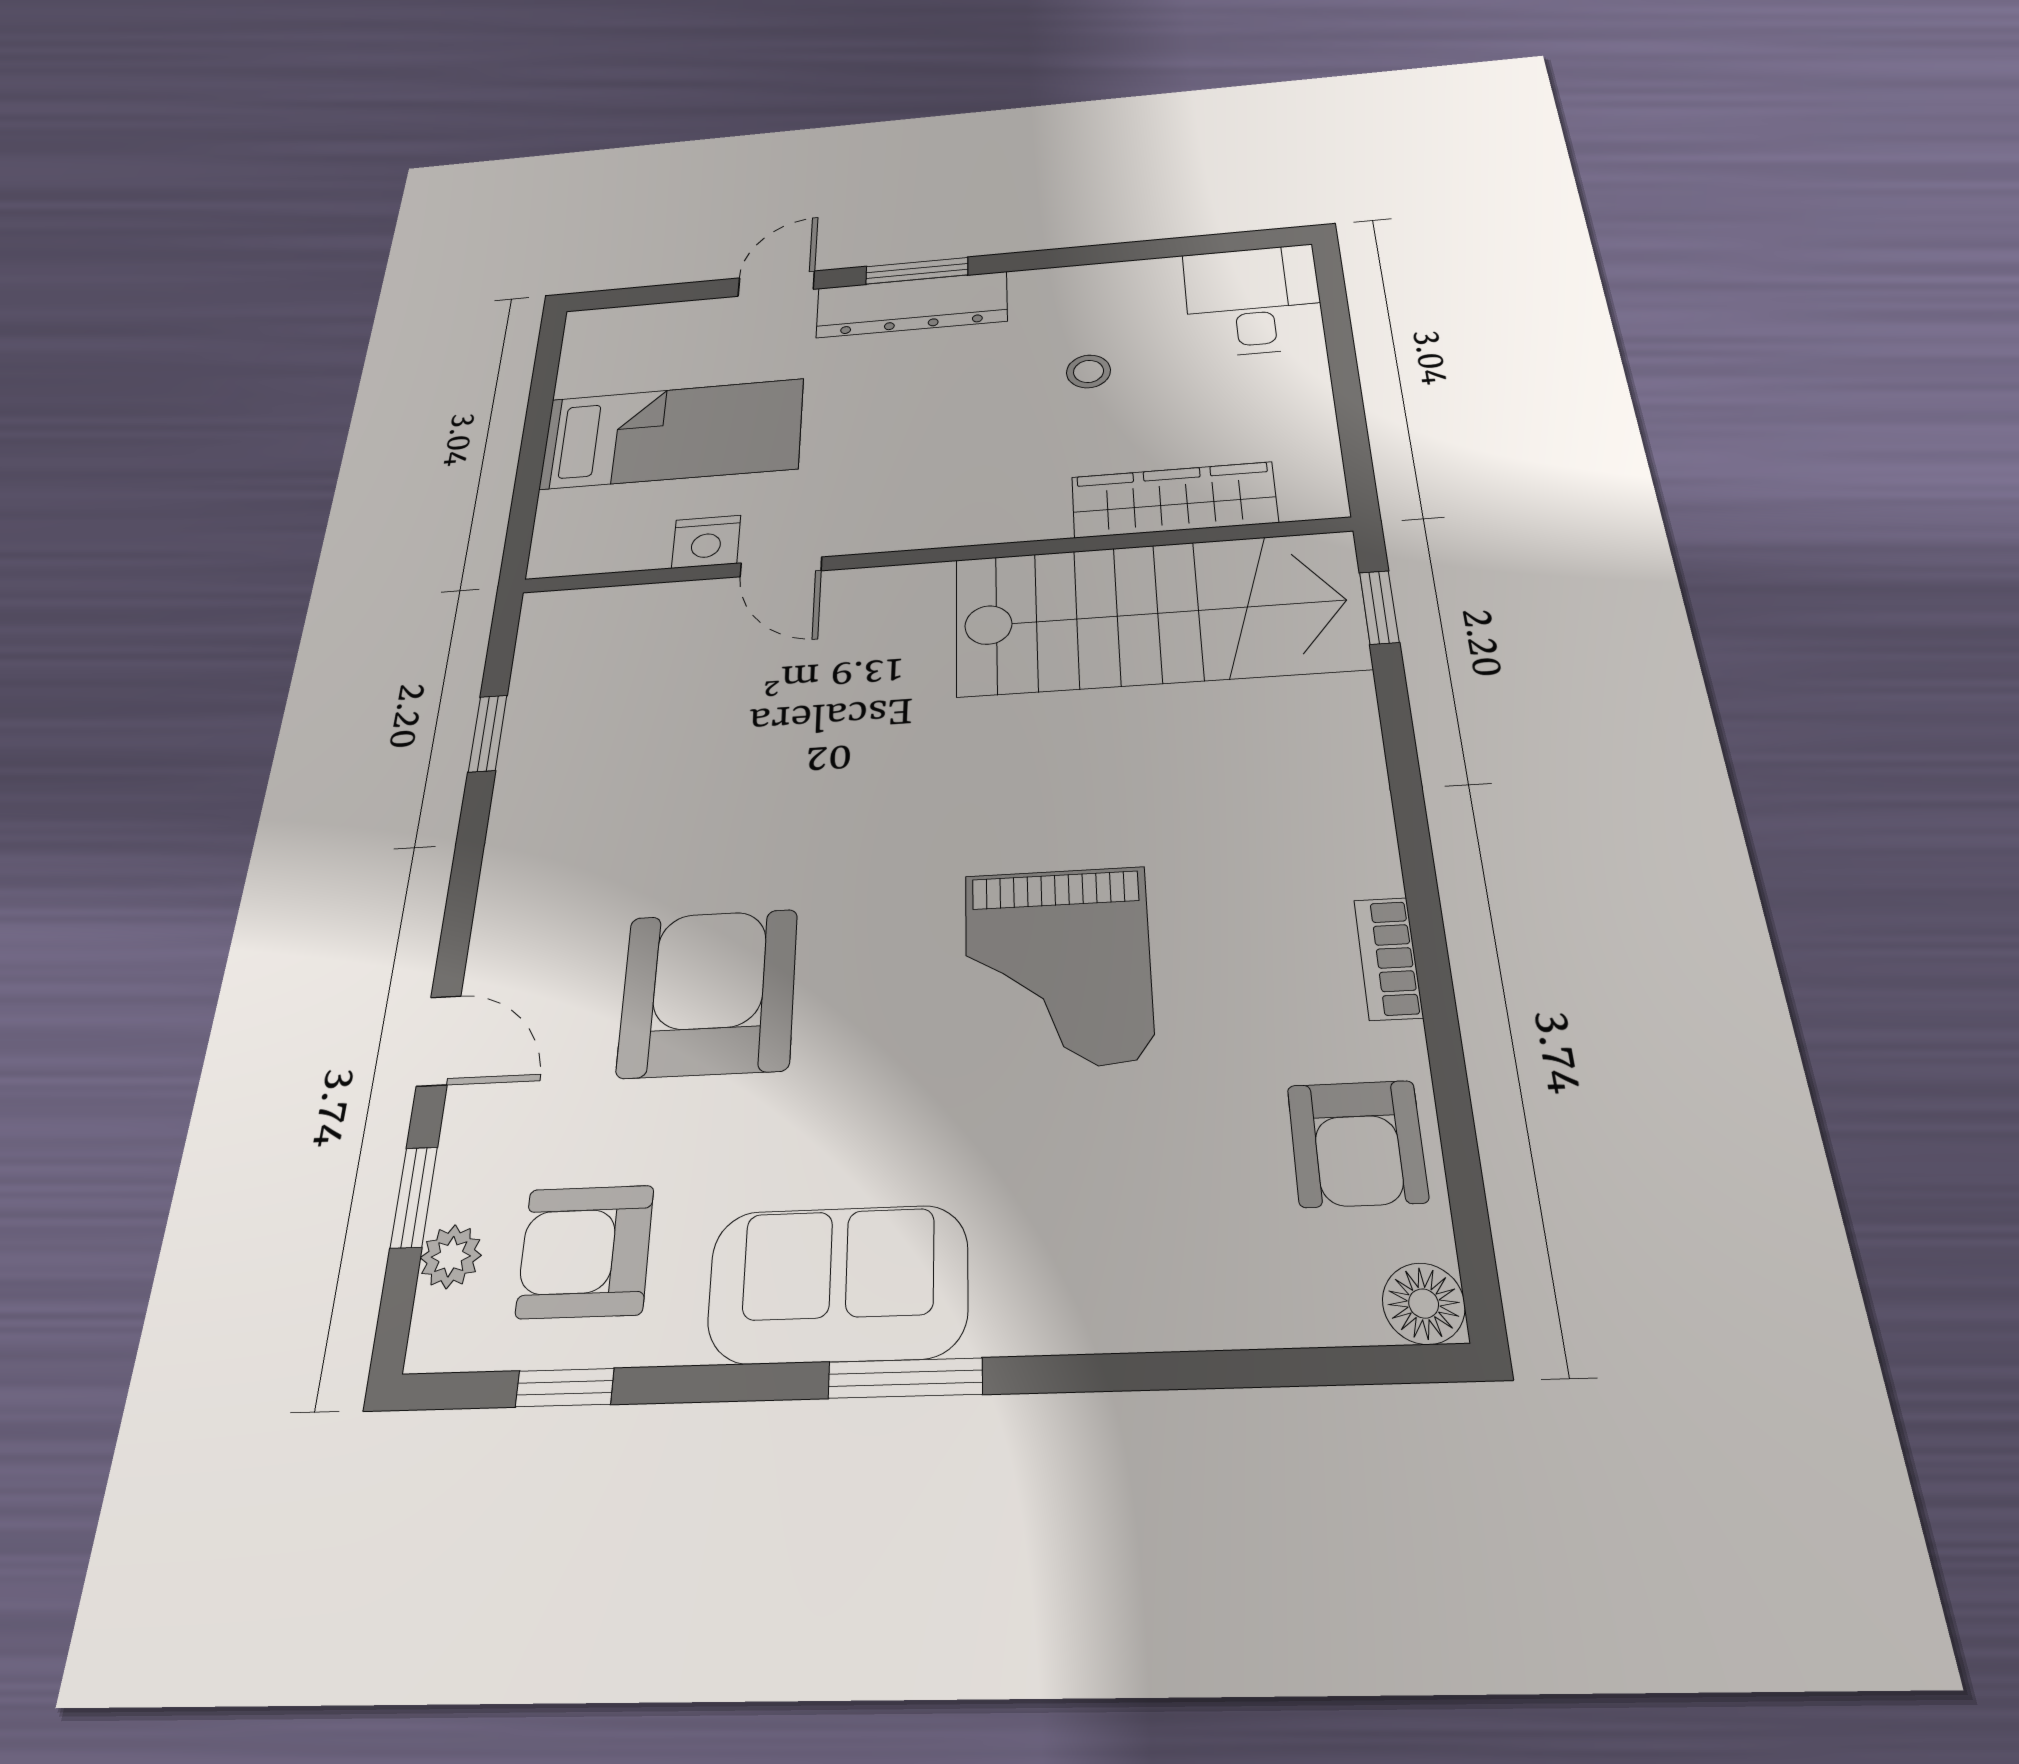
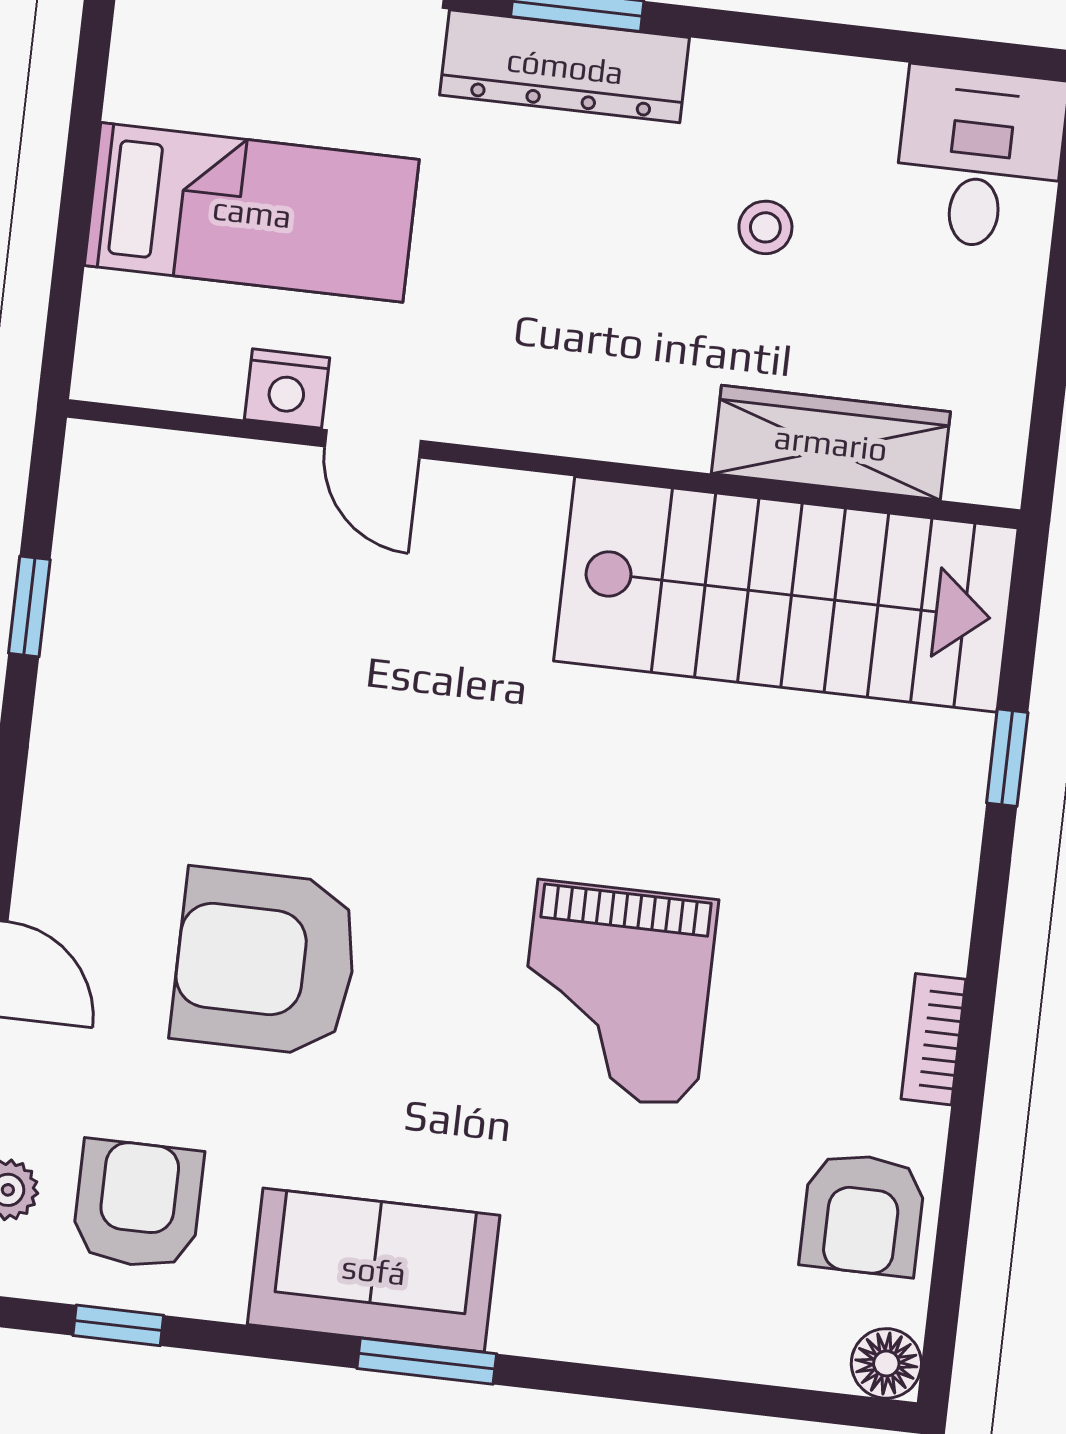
window: (1379, 607) -> (1007, 758), moved
armchair: (708, 993) -> (265, 962), turned -90
armchair: (585, 1251) -> (138, 1204), turned 90

